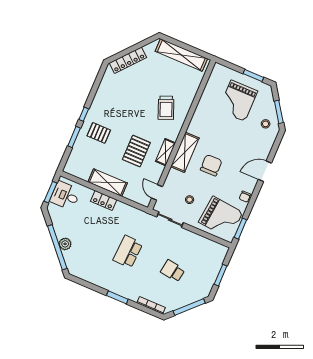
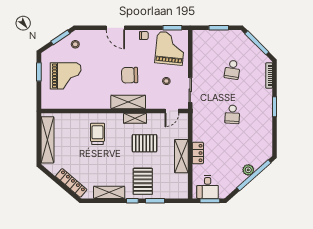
shelving: (102, 94) -> (109, 192), added
trolley: (166, 108) -> (97, 134), turned -68
pallet: (99, 133) -> (143, 181), width x1.50, depth x1.42
school desk: (128, 252) -> (232, 114), width x0.54

